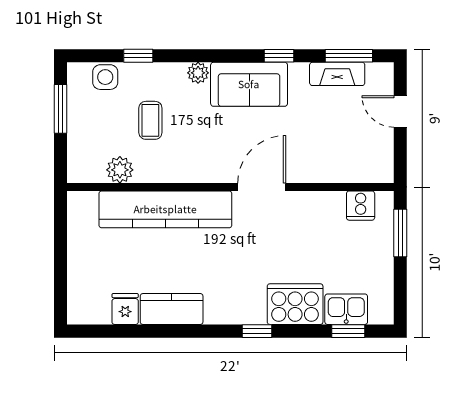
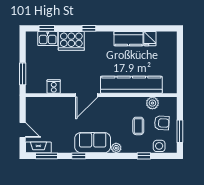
fireplace: (337, 74) -> (38, 147), moved
armchair: (100, 127) -> (162, 123), added
cooker: (361, 206) -> (54, 86), moved

